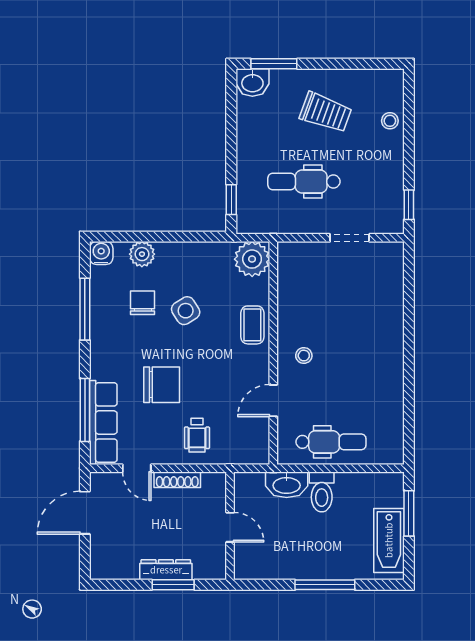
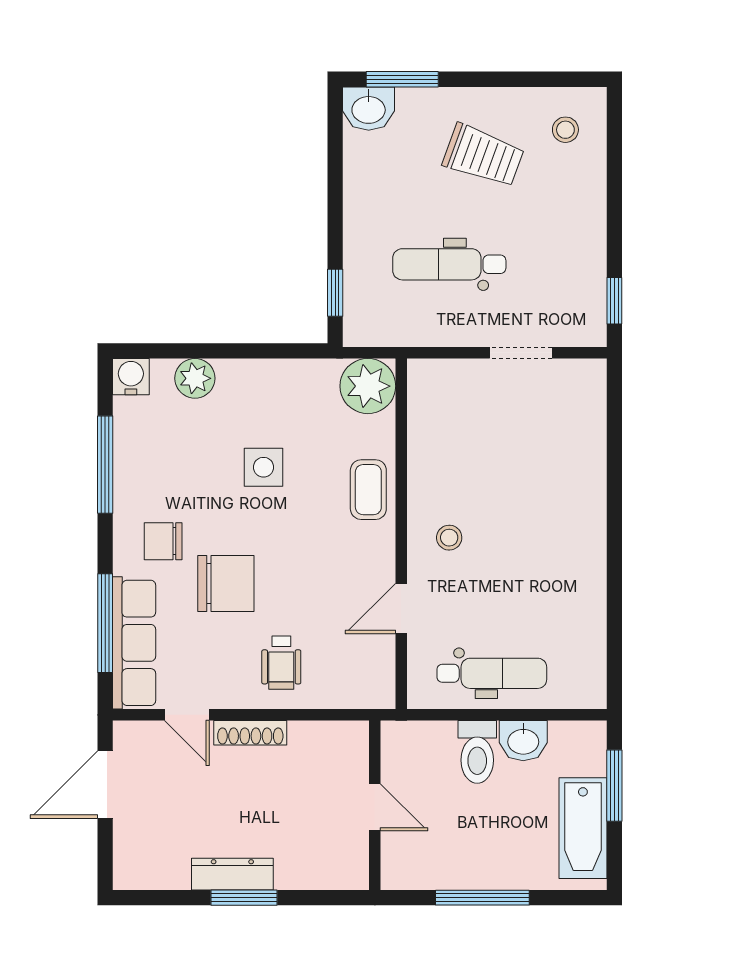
stool: (390, 121) -> (565, 130), moved
chair: (143, 303) -> (163, 541), moved, turned -90
side table: (186, 311) -> (263, 467), turned 32
washbasin: (287, 485) -> (523, 741), moved, width x0.72
wall: (230, 526) -> (375, 805), moved
door: (230, 527) -> (375, 807), moved

